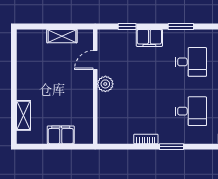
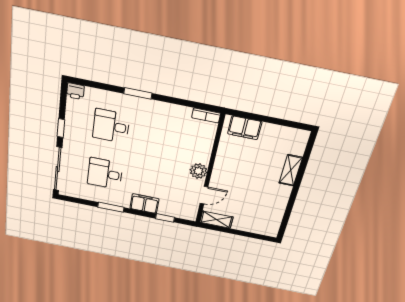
shelving: (62, 36) -> (216, 220), moved
shelving: (23, 115) -> (291, 170), moved
filing cabinet: (61, 135) -> (245, 128), moved
bookcase: (146, 139) -> (206, 116), moved

